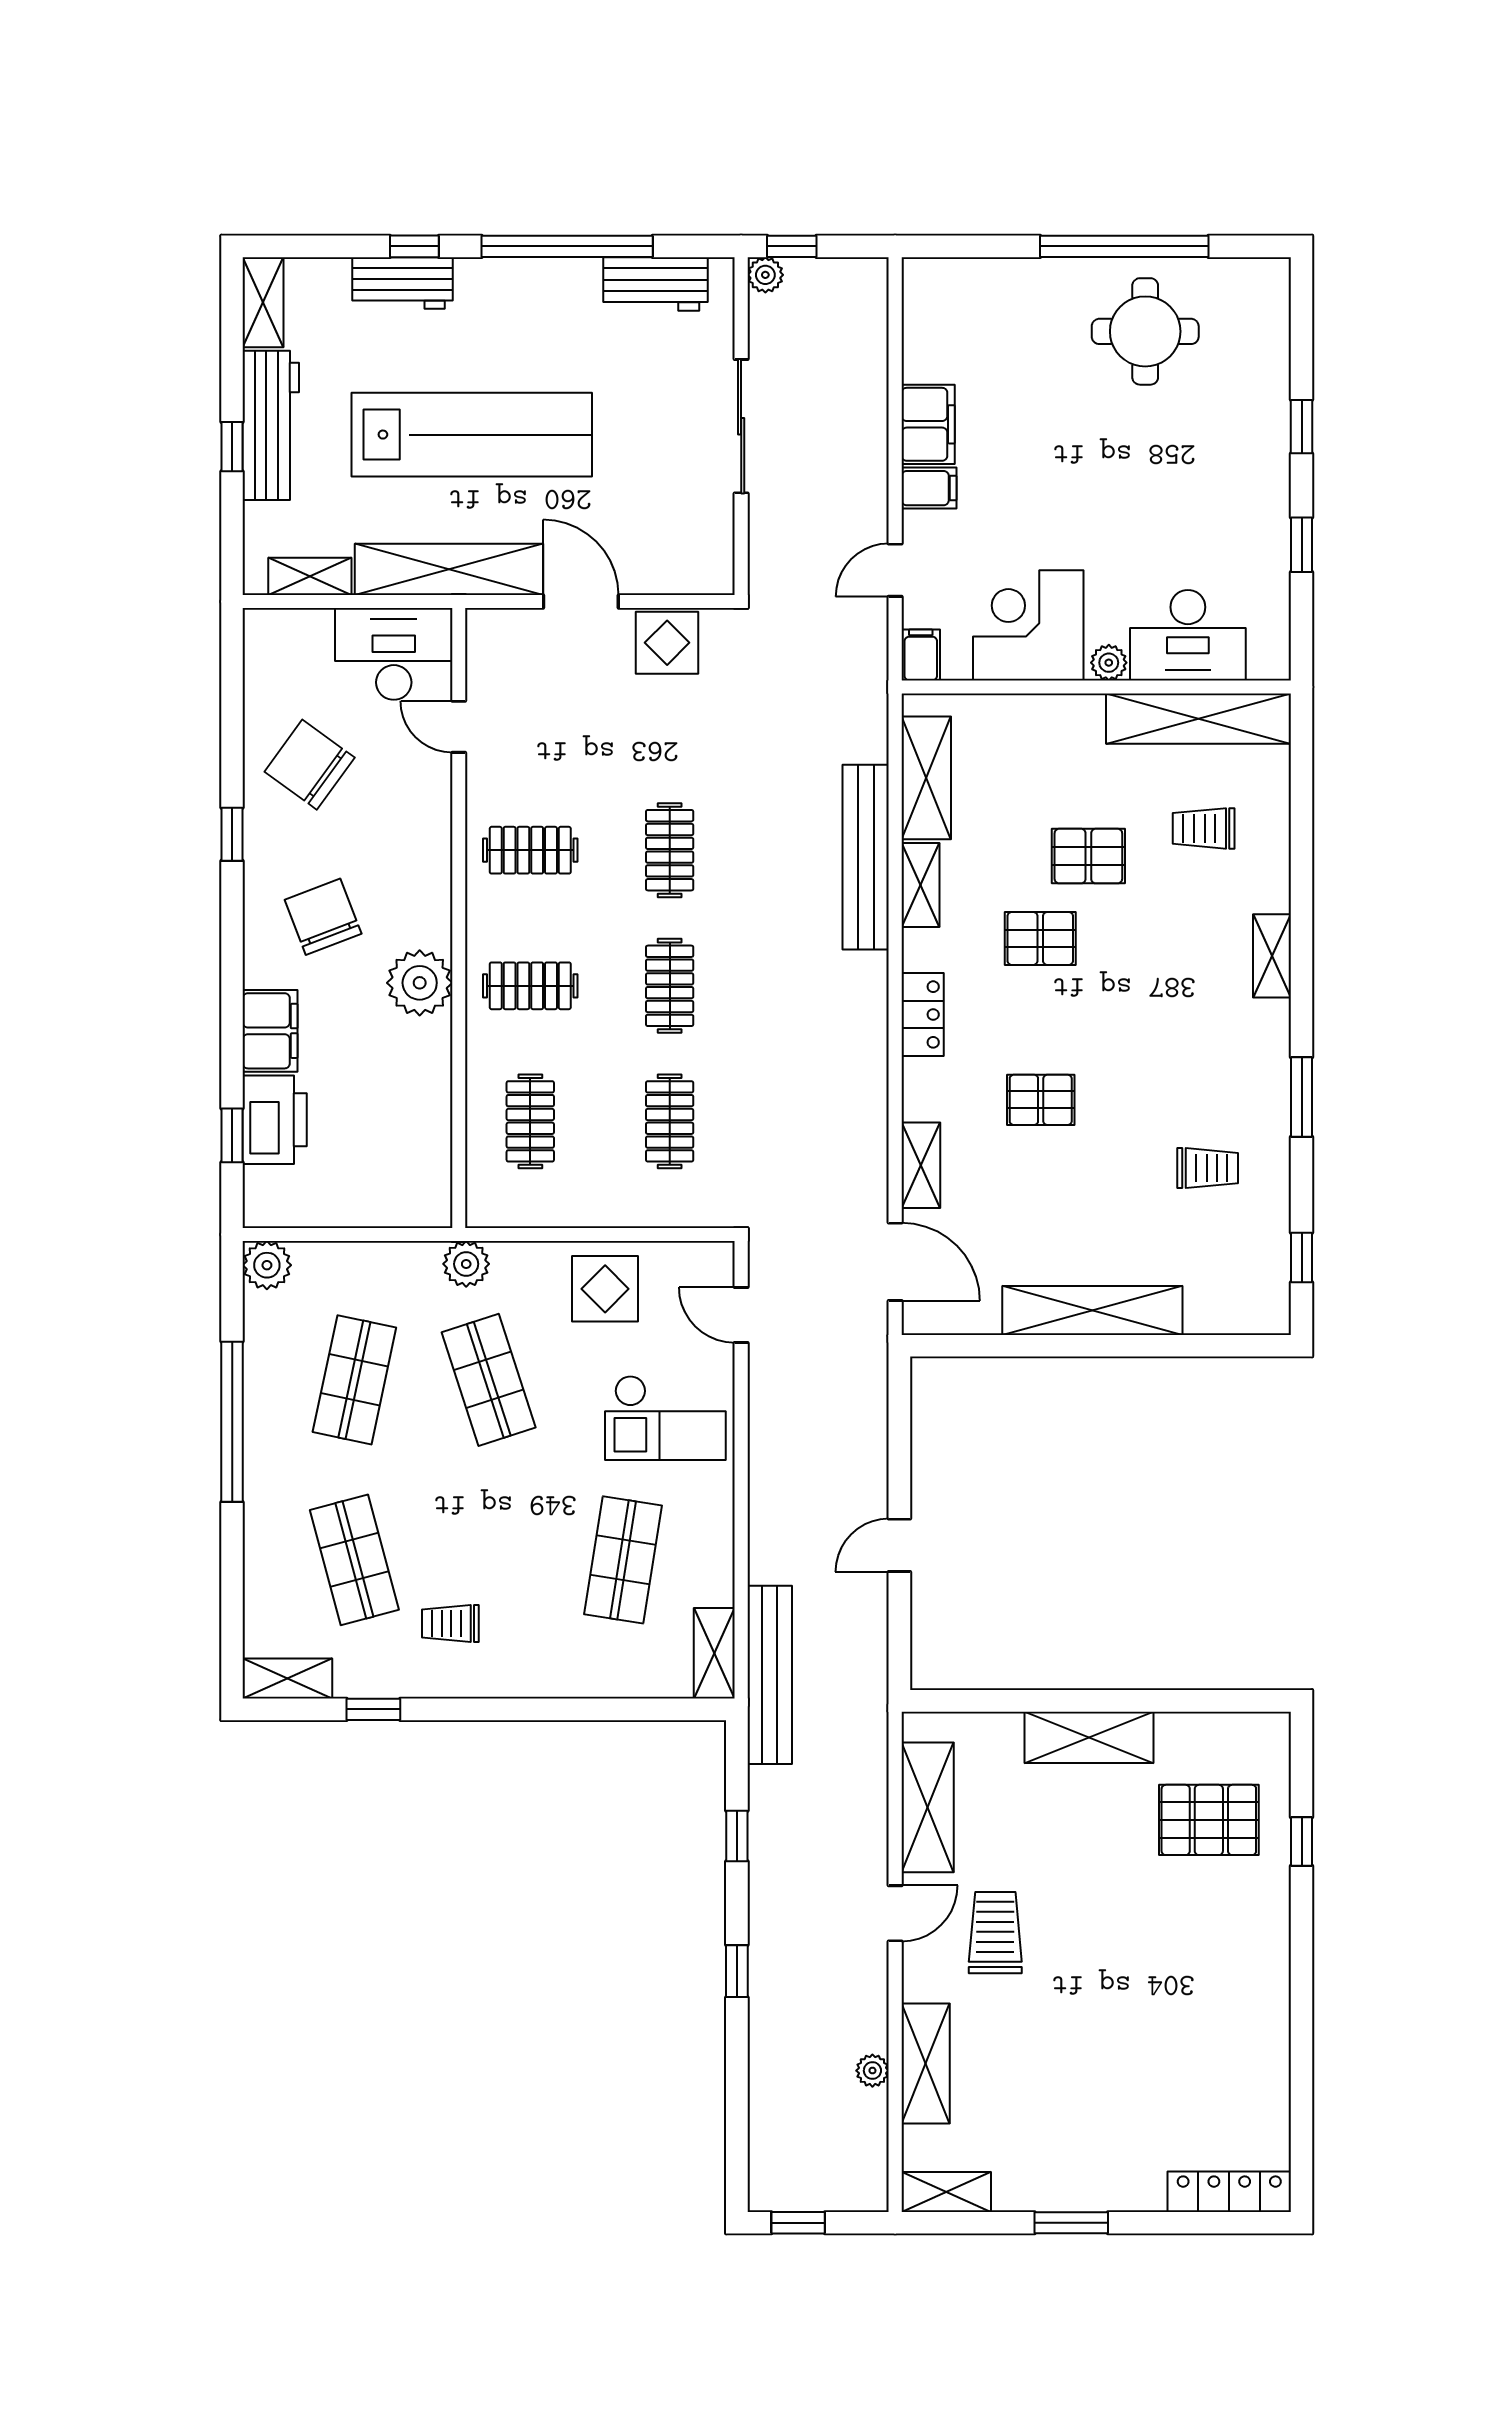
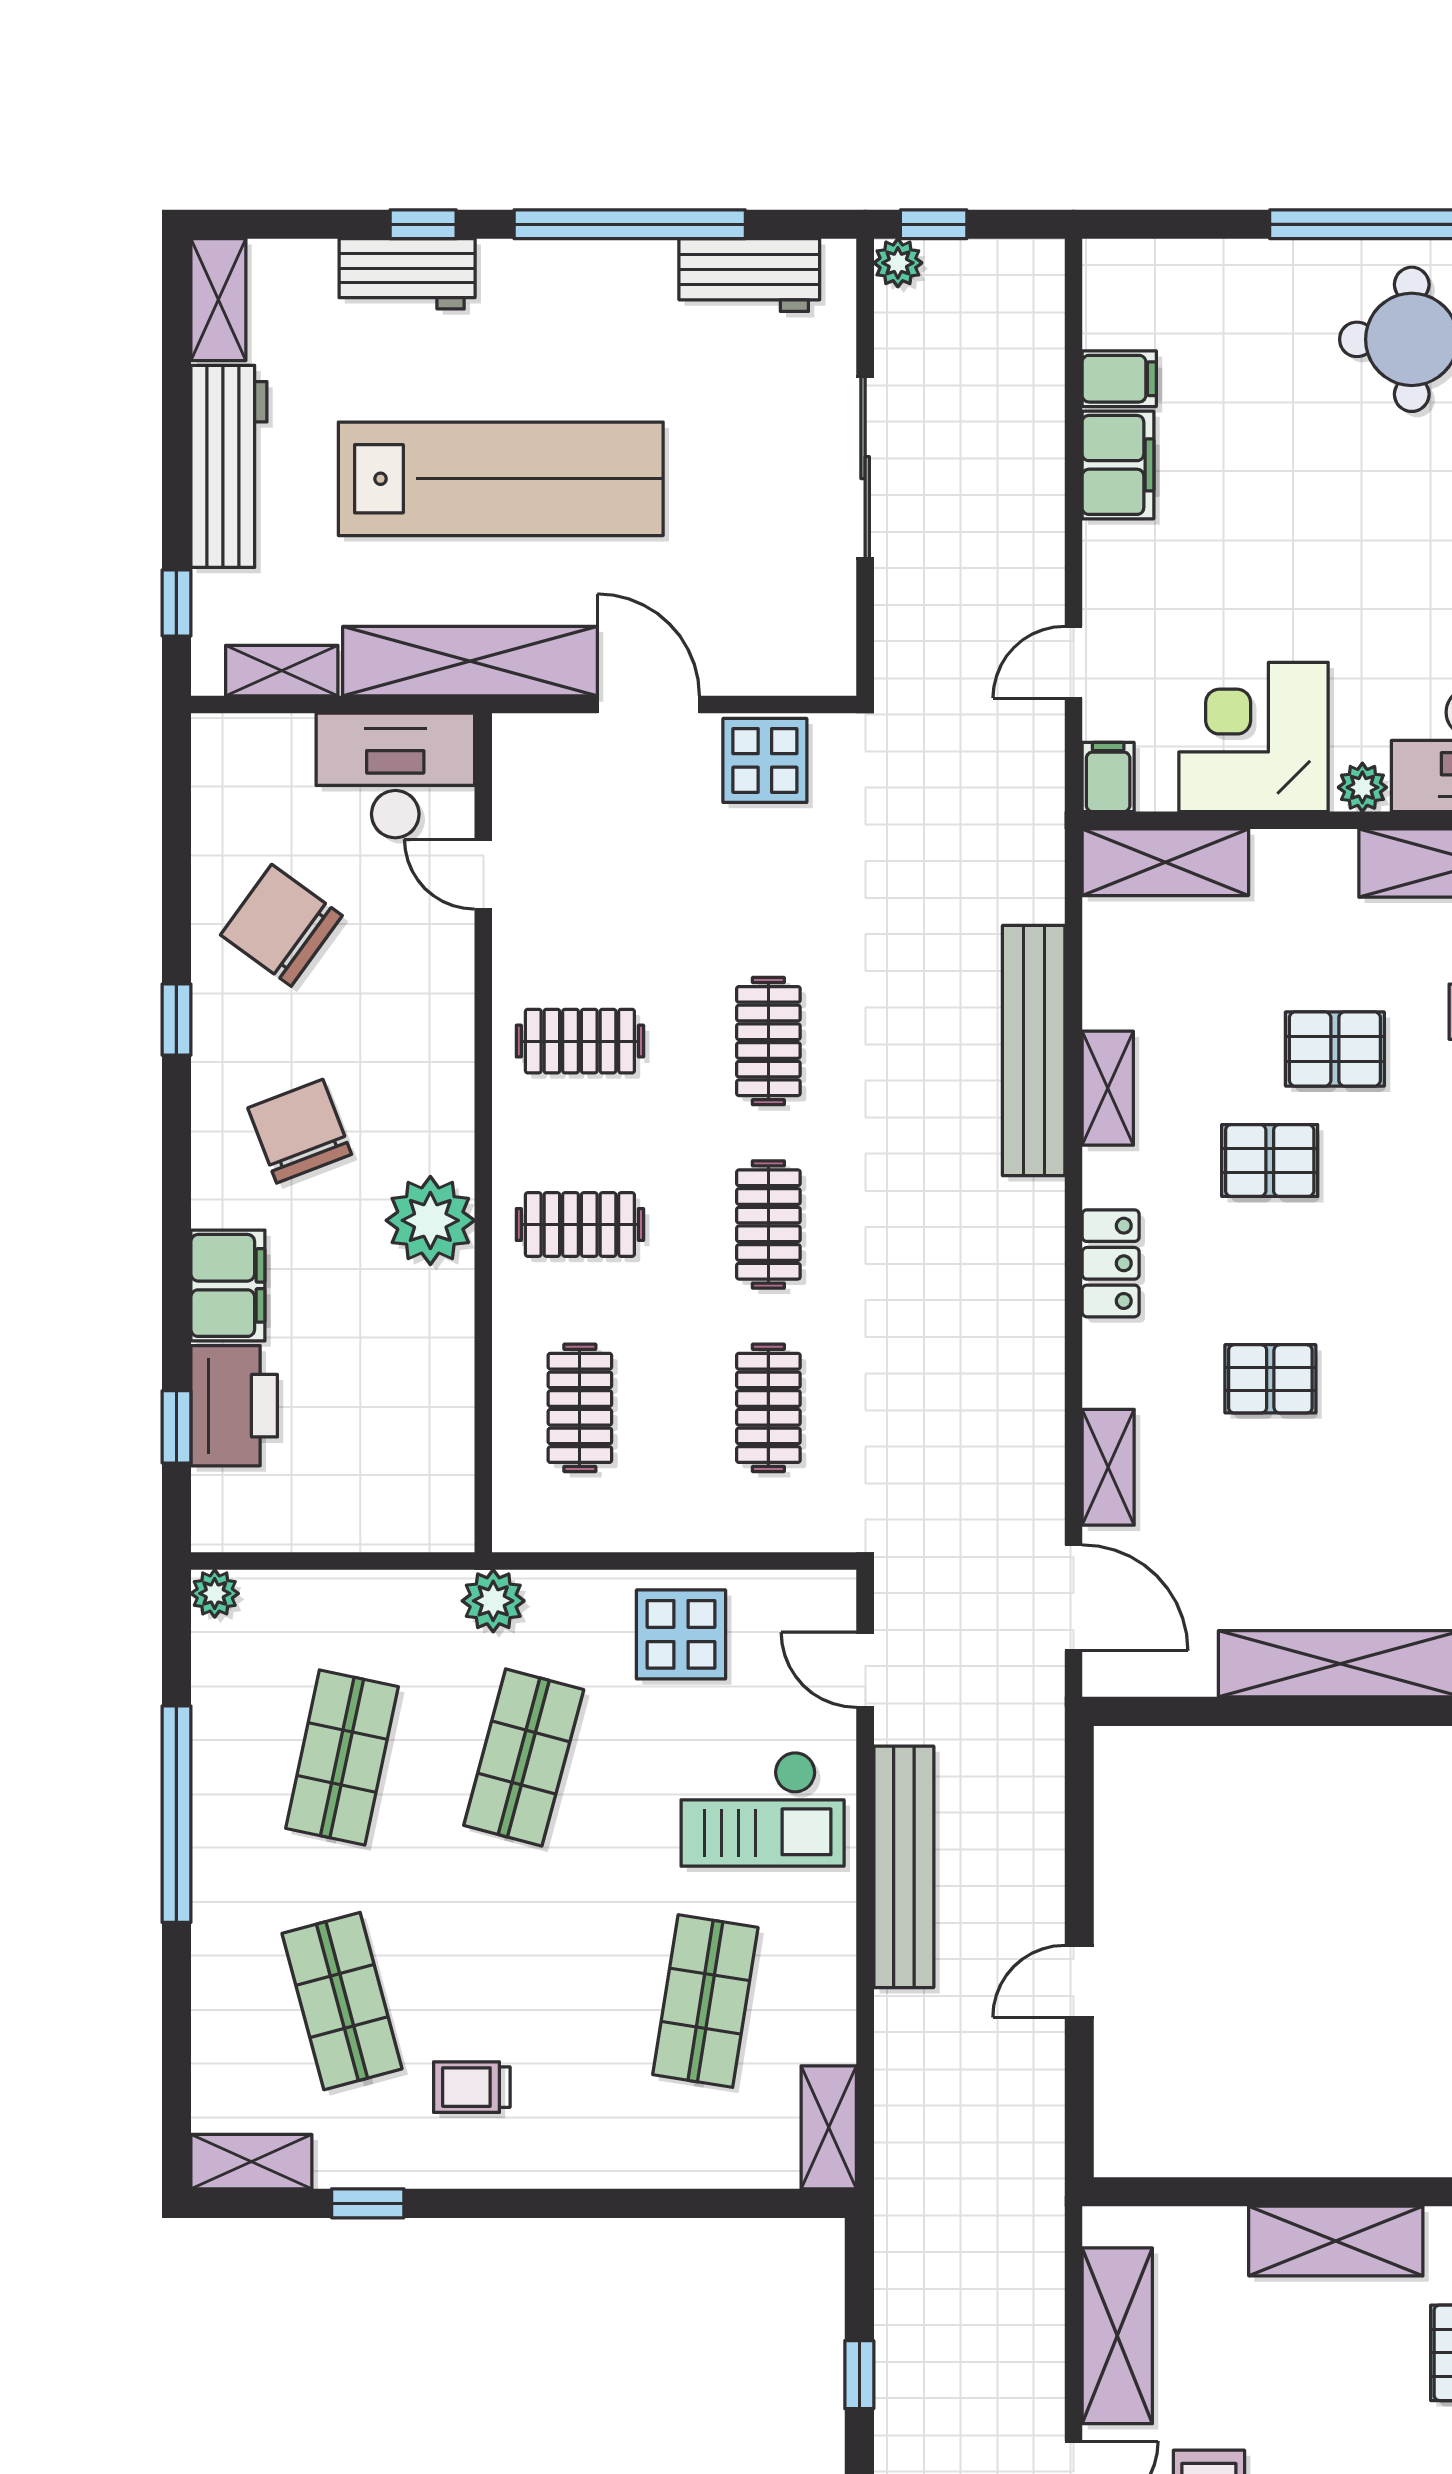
window: (232, 447) -> (176, 603), moved
filing cabinet: (929, 488) -> (1119, 379), moved
shelving: (926, 778) -> (1165, 862), moved, turned 90
plant: (267, 1265) -> (215, 1593), width x0.73, depth x0.73
shop shelf: (489, 1380) -> (524, 1757), turned 33
bench: (770, 1675) -> (904, 1867), moved

